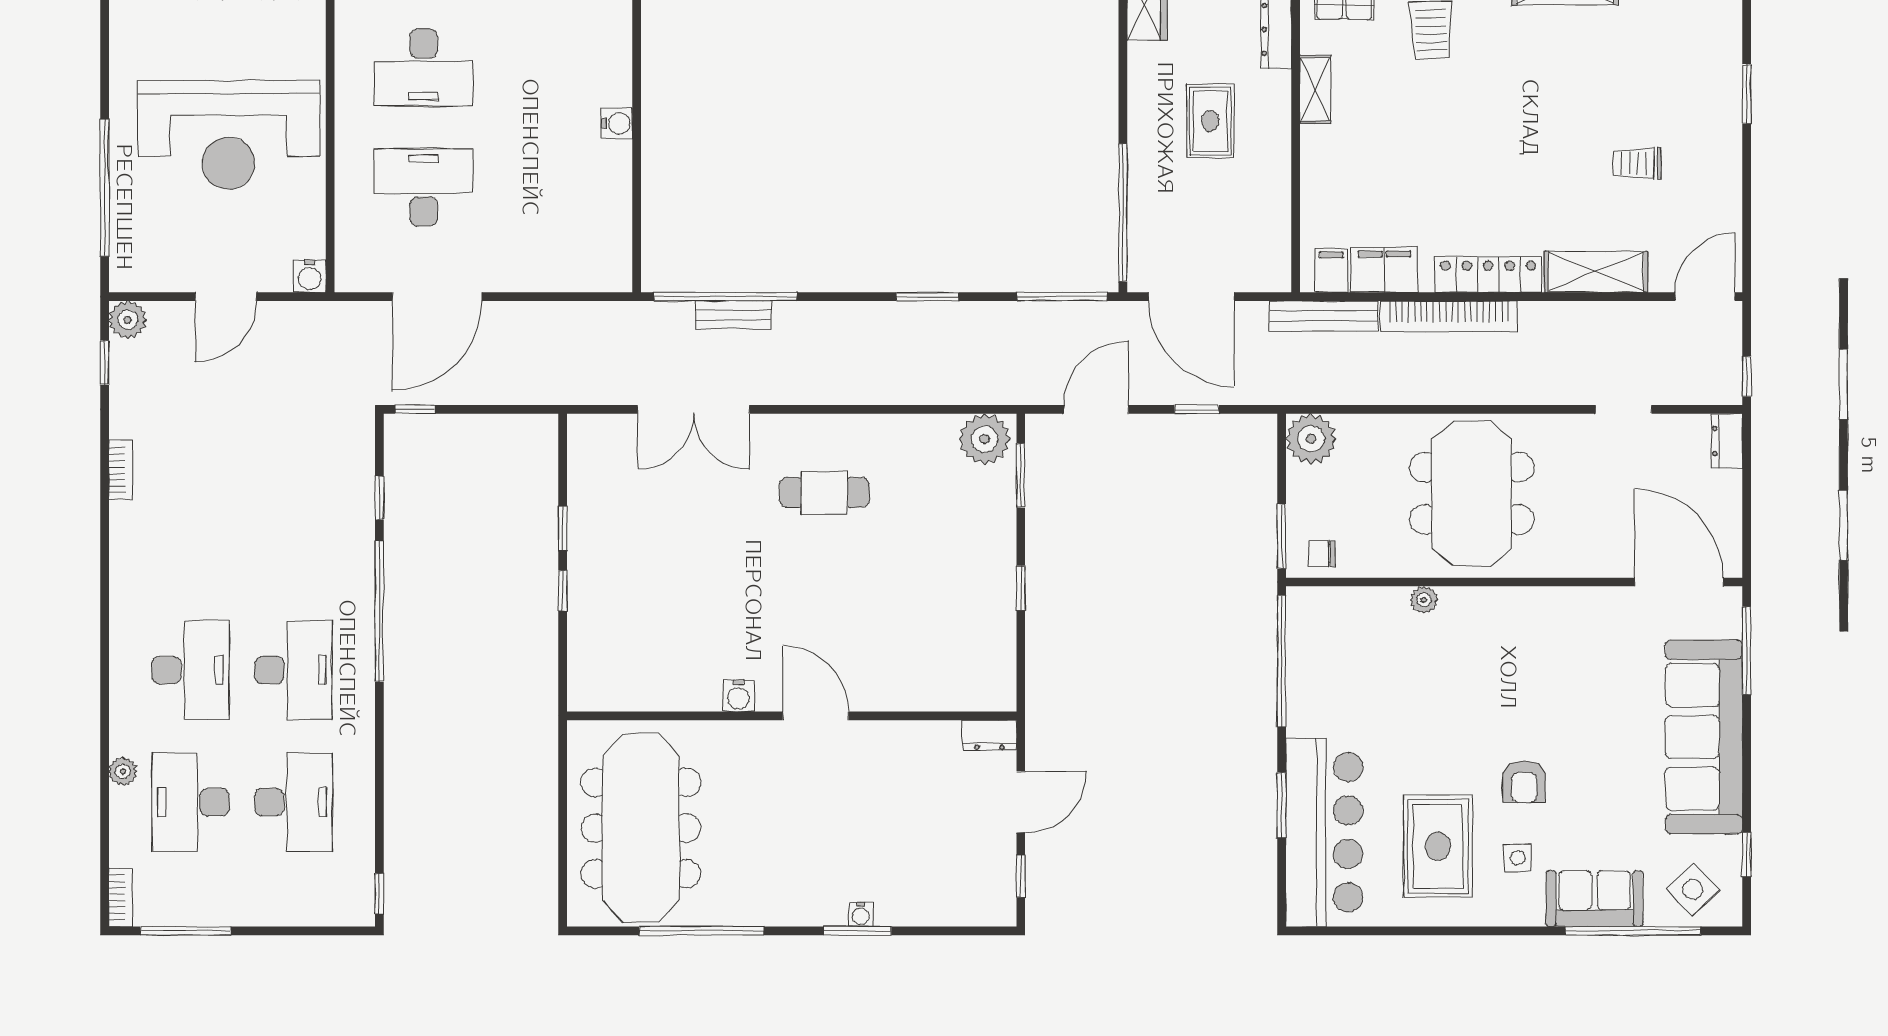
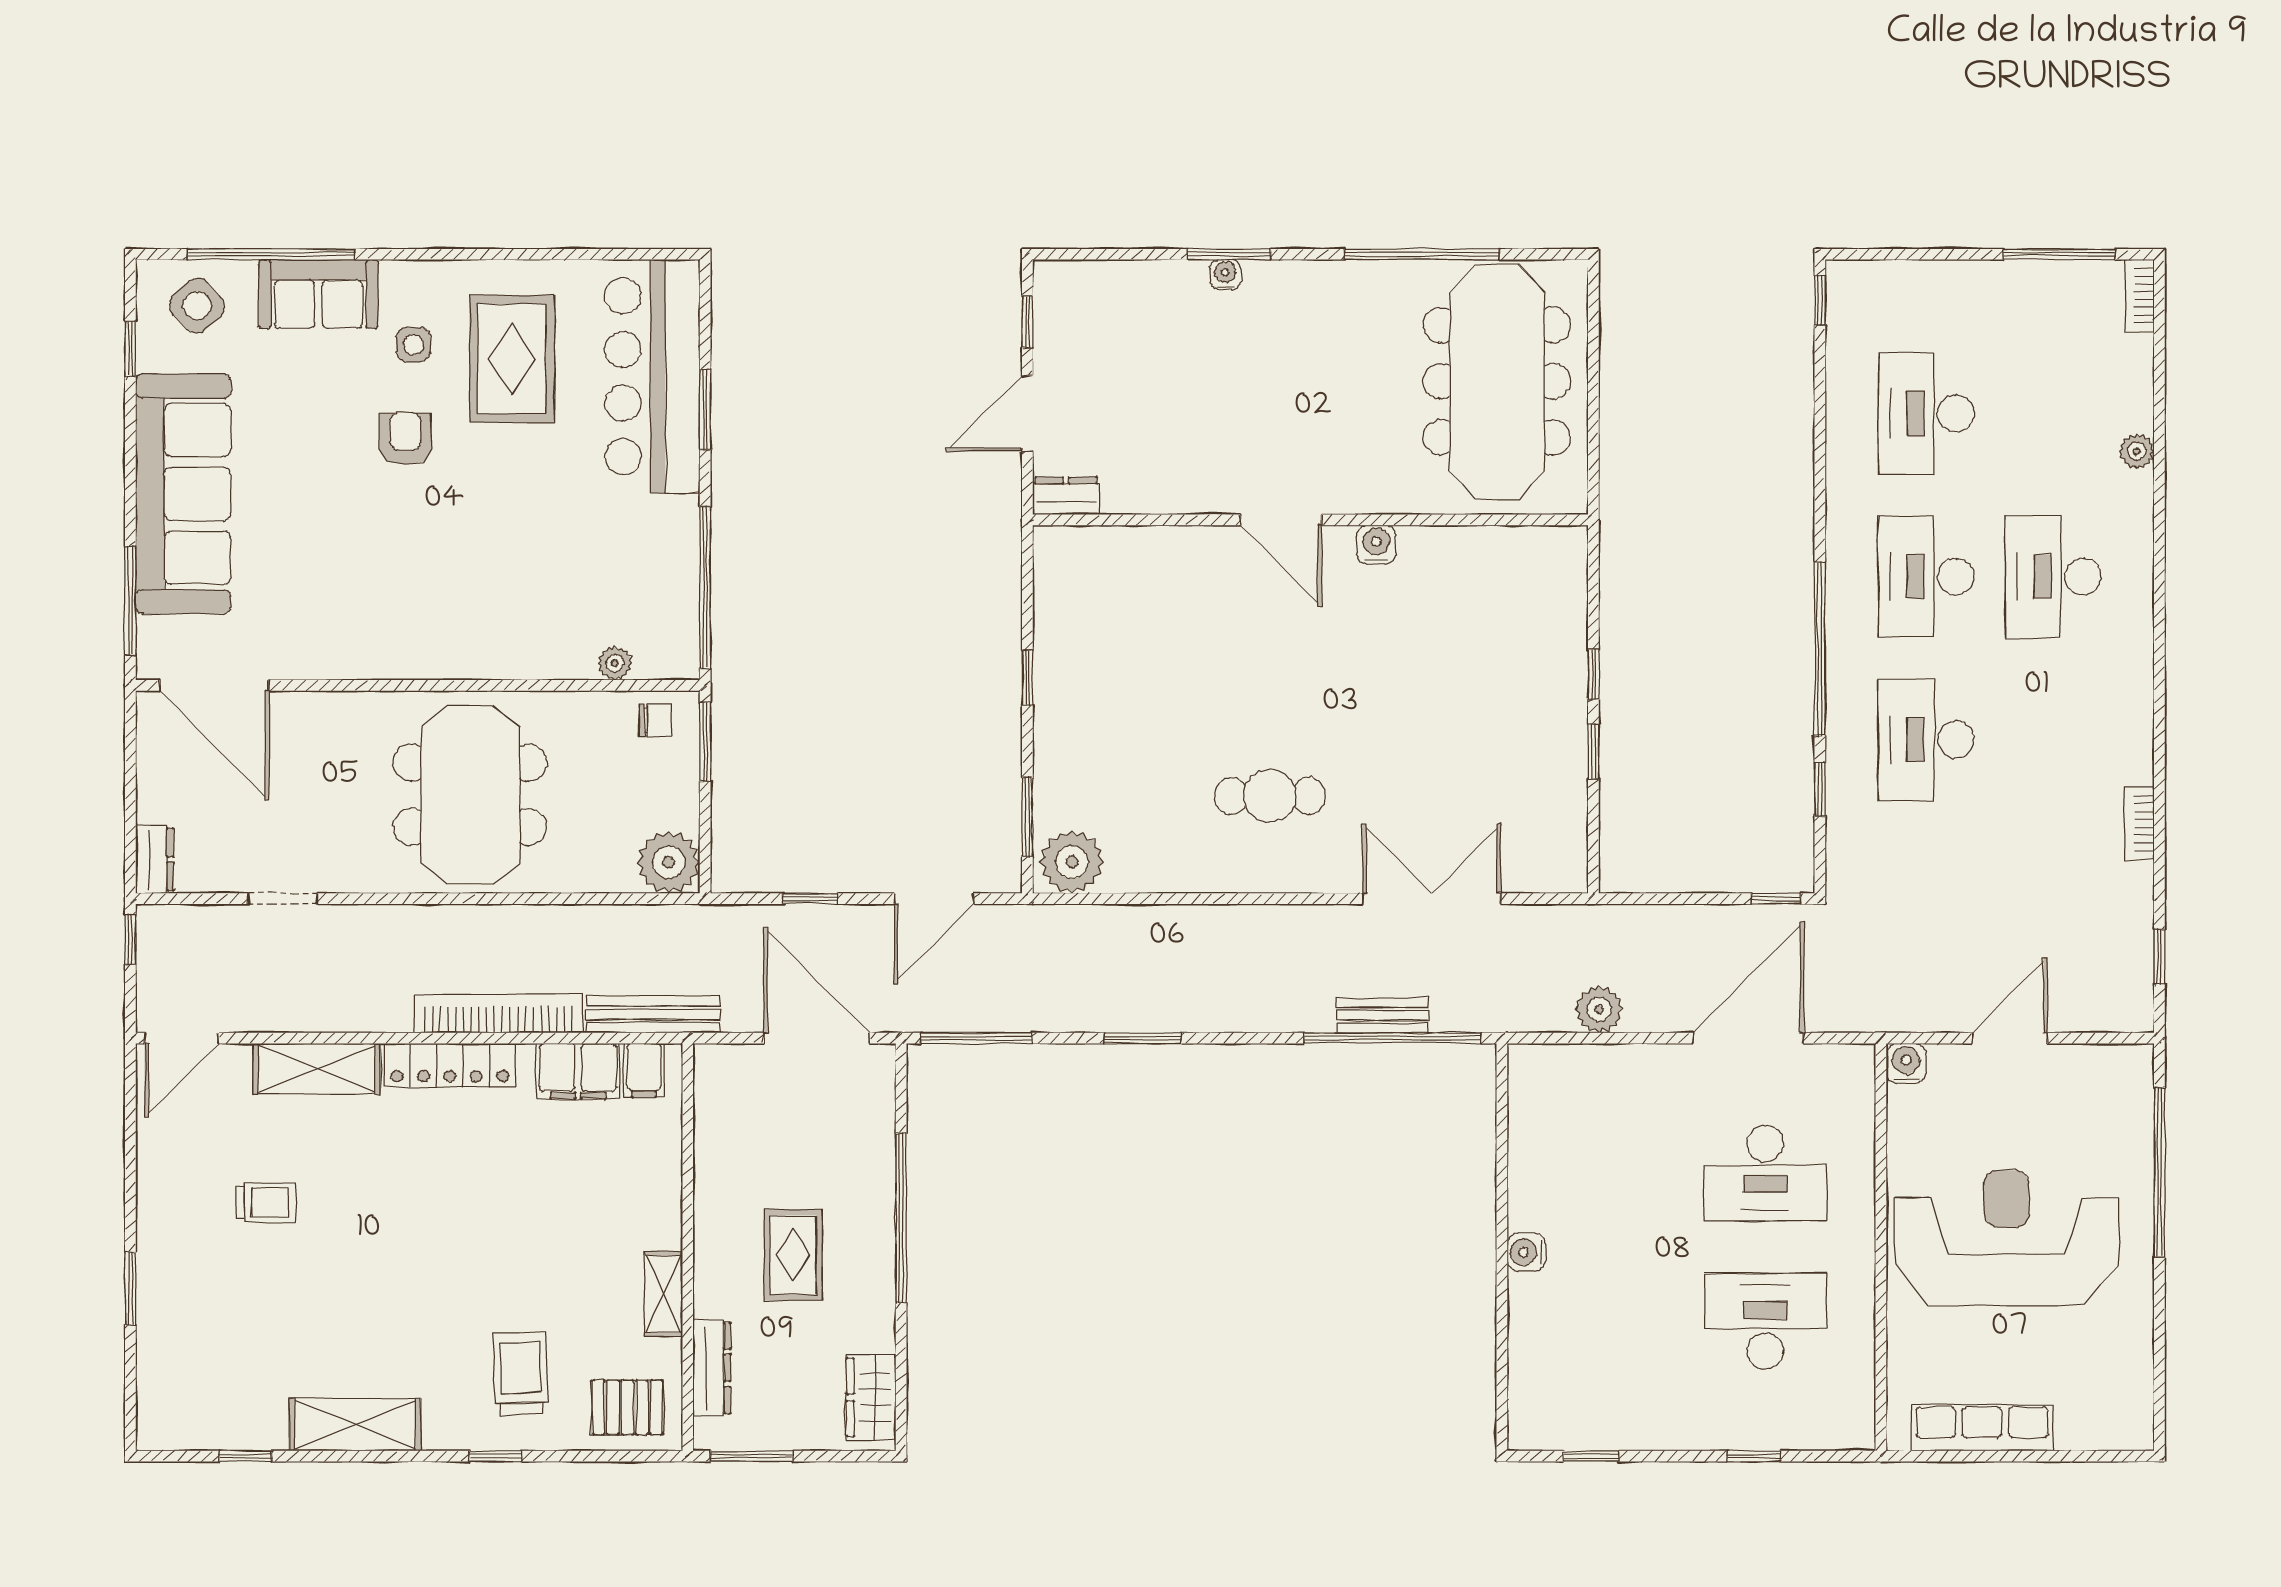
window: (1123, 213) -> (901, 1218), moved
plant: (128, 320) -> (1599, 1009), moved
plant: (1424, 600) -> (615, 663), moved
desk: (191, 802) -> (1926, 740), moved, turned 180

